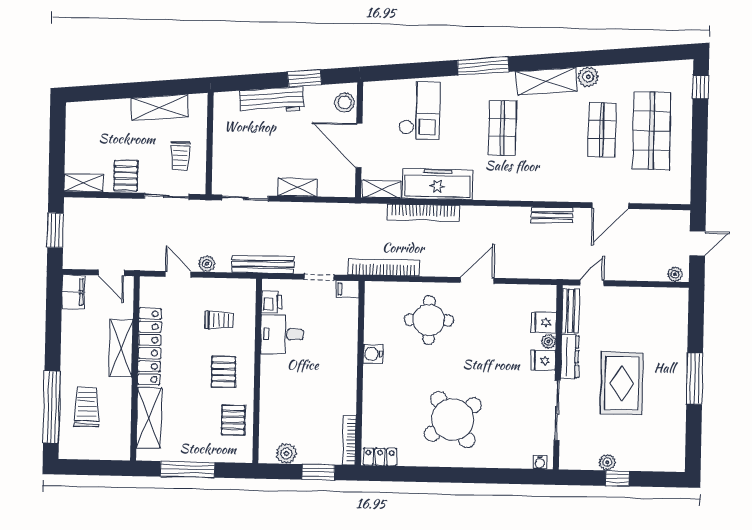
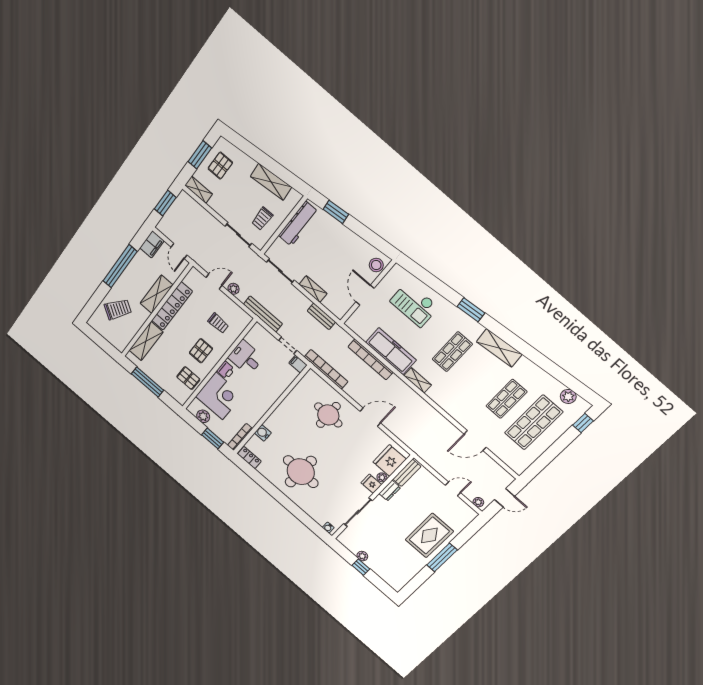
window: (483, 66) -> (471, 310), width x0.69
plant: (588, 77) -> (568, 396), moved
window: (304, 78) -> (336, 212), moved
workbench: (272, 100) -> (298, 224), moved, turned -85
checkout: (419, 111) -> (414, 304), turned 90
window: (57, 143) -> (200, 155), added
door: (359, 145) -> (365, 295), width x0.73
pallet: (126, 176) -> (220, 166), moved
shelving: (382, 189) -> (418, 380), moved
bench: (552, 215) -> (321, 316), moved
door: (178, 274) -> (214, 281), hinge flipped
door: (592, 283) -> (453, 489), moved
printer: (271, 302) -> (226, 370), moved
fridge: (544, 322) -> (390, 461), width x1.88, depth x1.34
water cooler: (373, 354) -> (263, 433), moved
dresser: (570, 357) -> (390, 491), width x0.70
rug: (622, 383) -> (429, 535), moved
window: (52, 407) -> (120, 266), moved
trolley: (87, 407) -> (118, 309), turned 34
corner desk: (286, 410) -> (219, 396), added
pallet: (233, 420) -> (188, 378), turned 90
round table: (453, 420) -> (301, 472), turned 38

